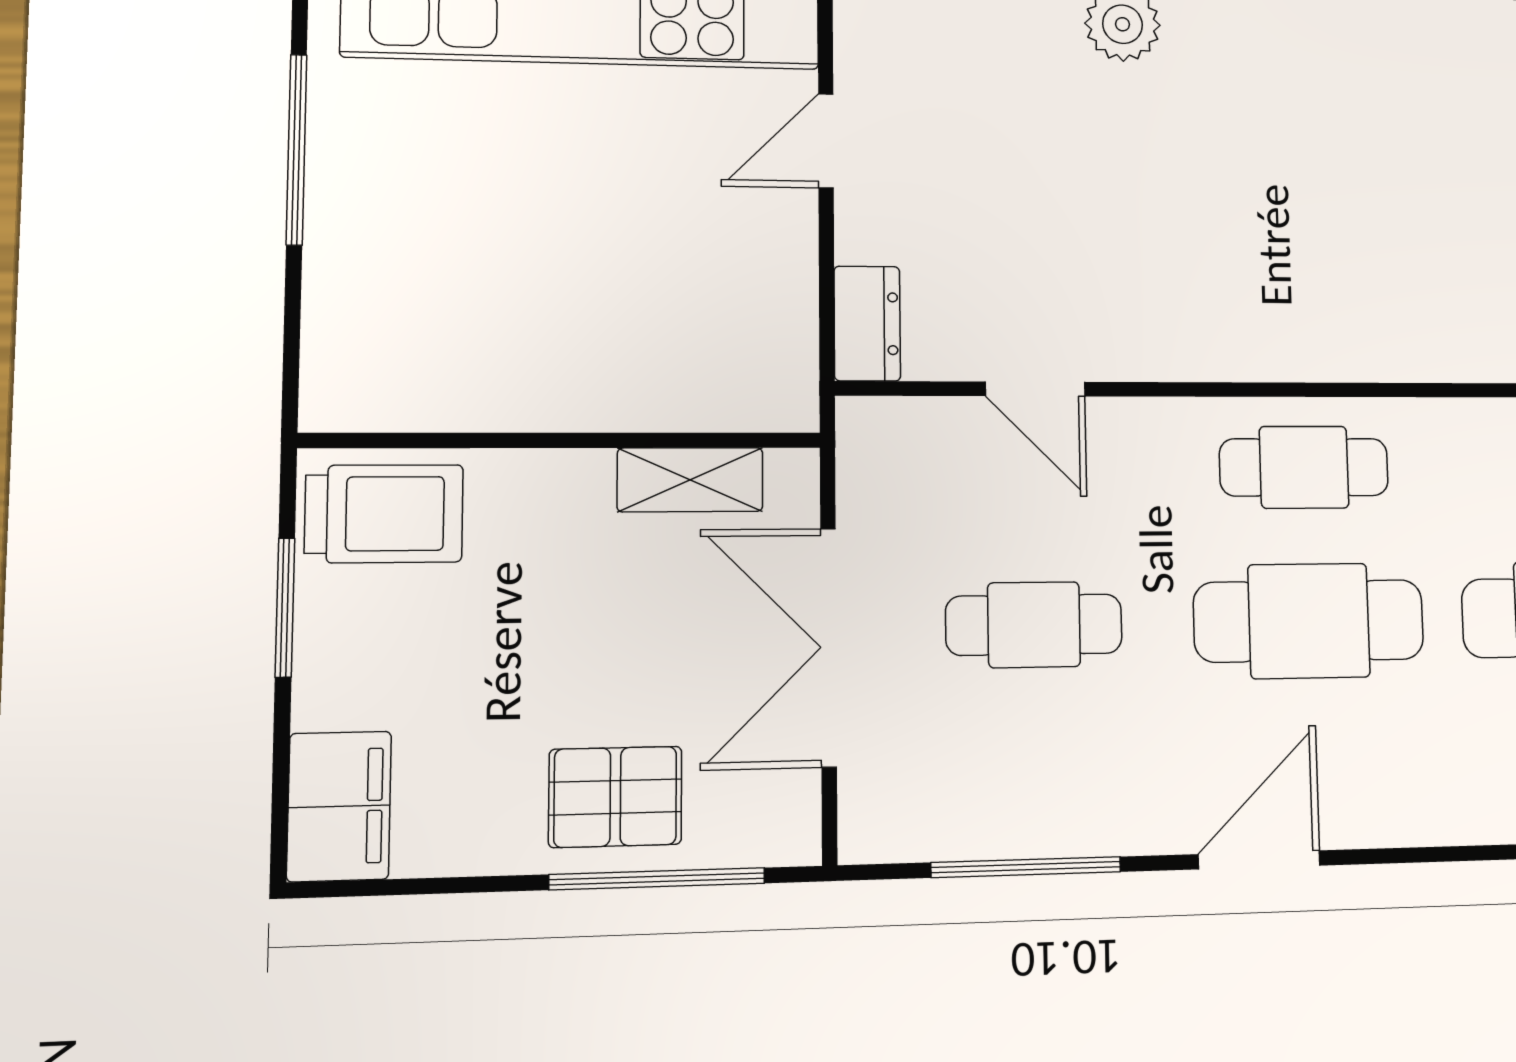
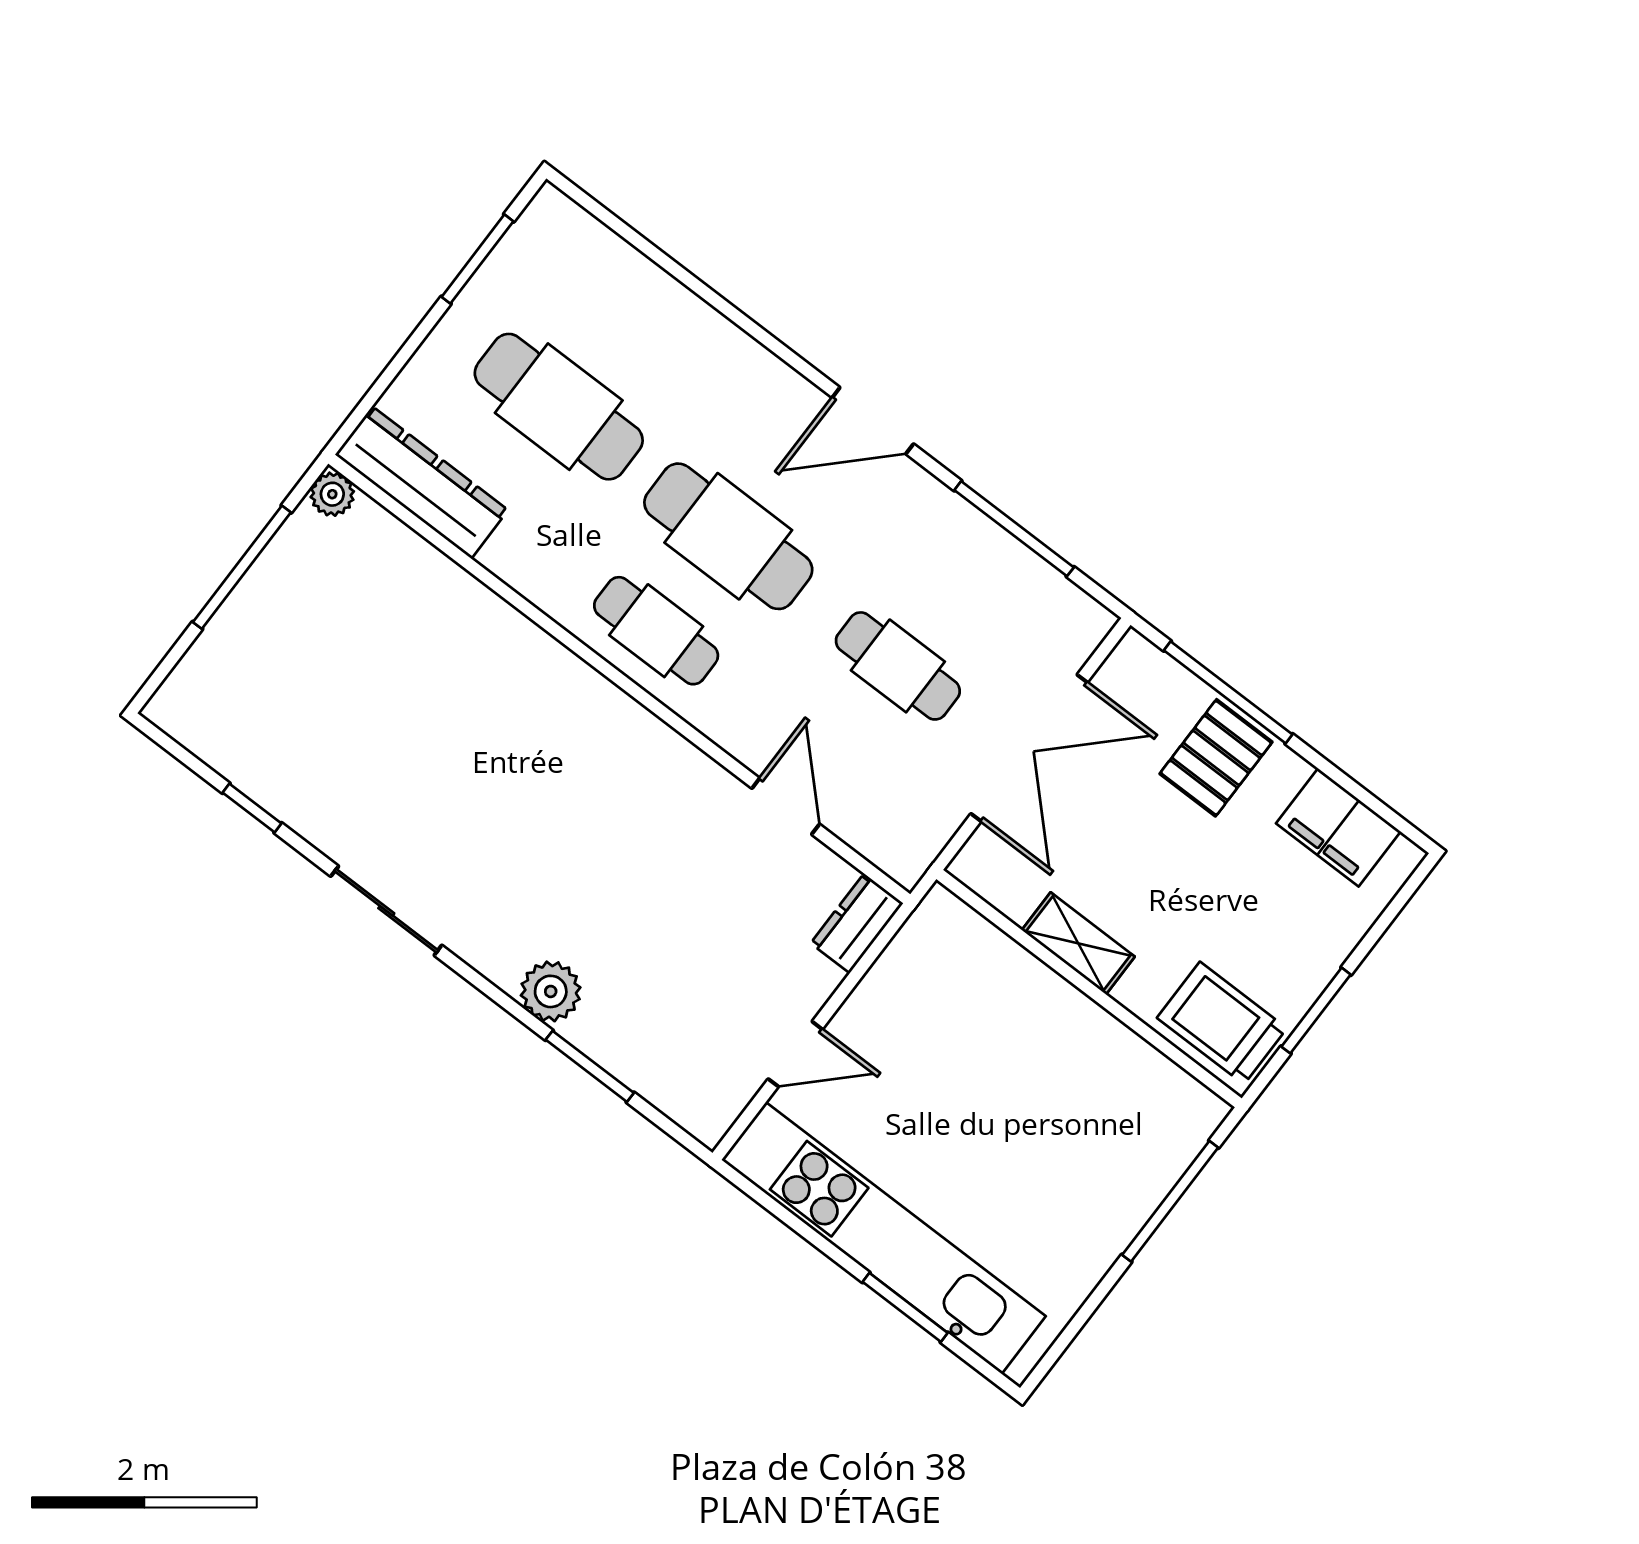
window: (296, 150) -> (1170, 1201), moved
shelving: (690, 480) -> (1078, 943), moved
pallet: (615, 797) -> (1216, 758), turned 90
filing cabinet: (339, 806) -> (1338, 827), moved, turned -90

